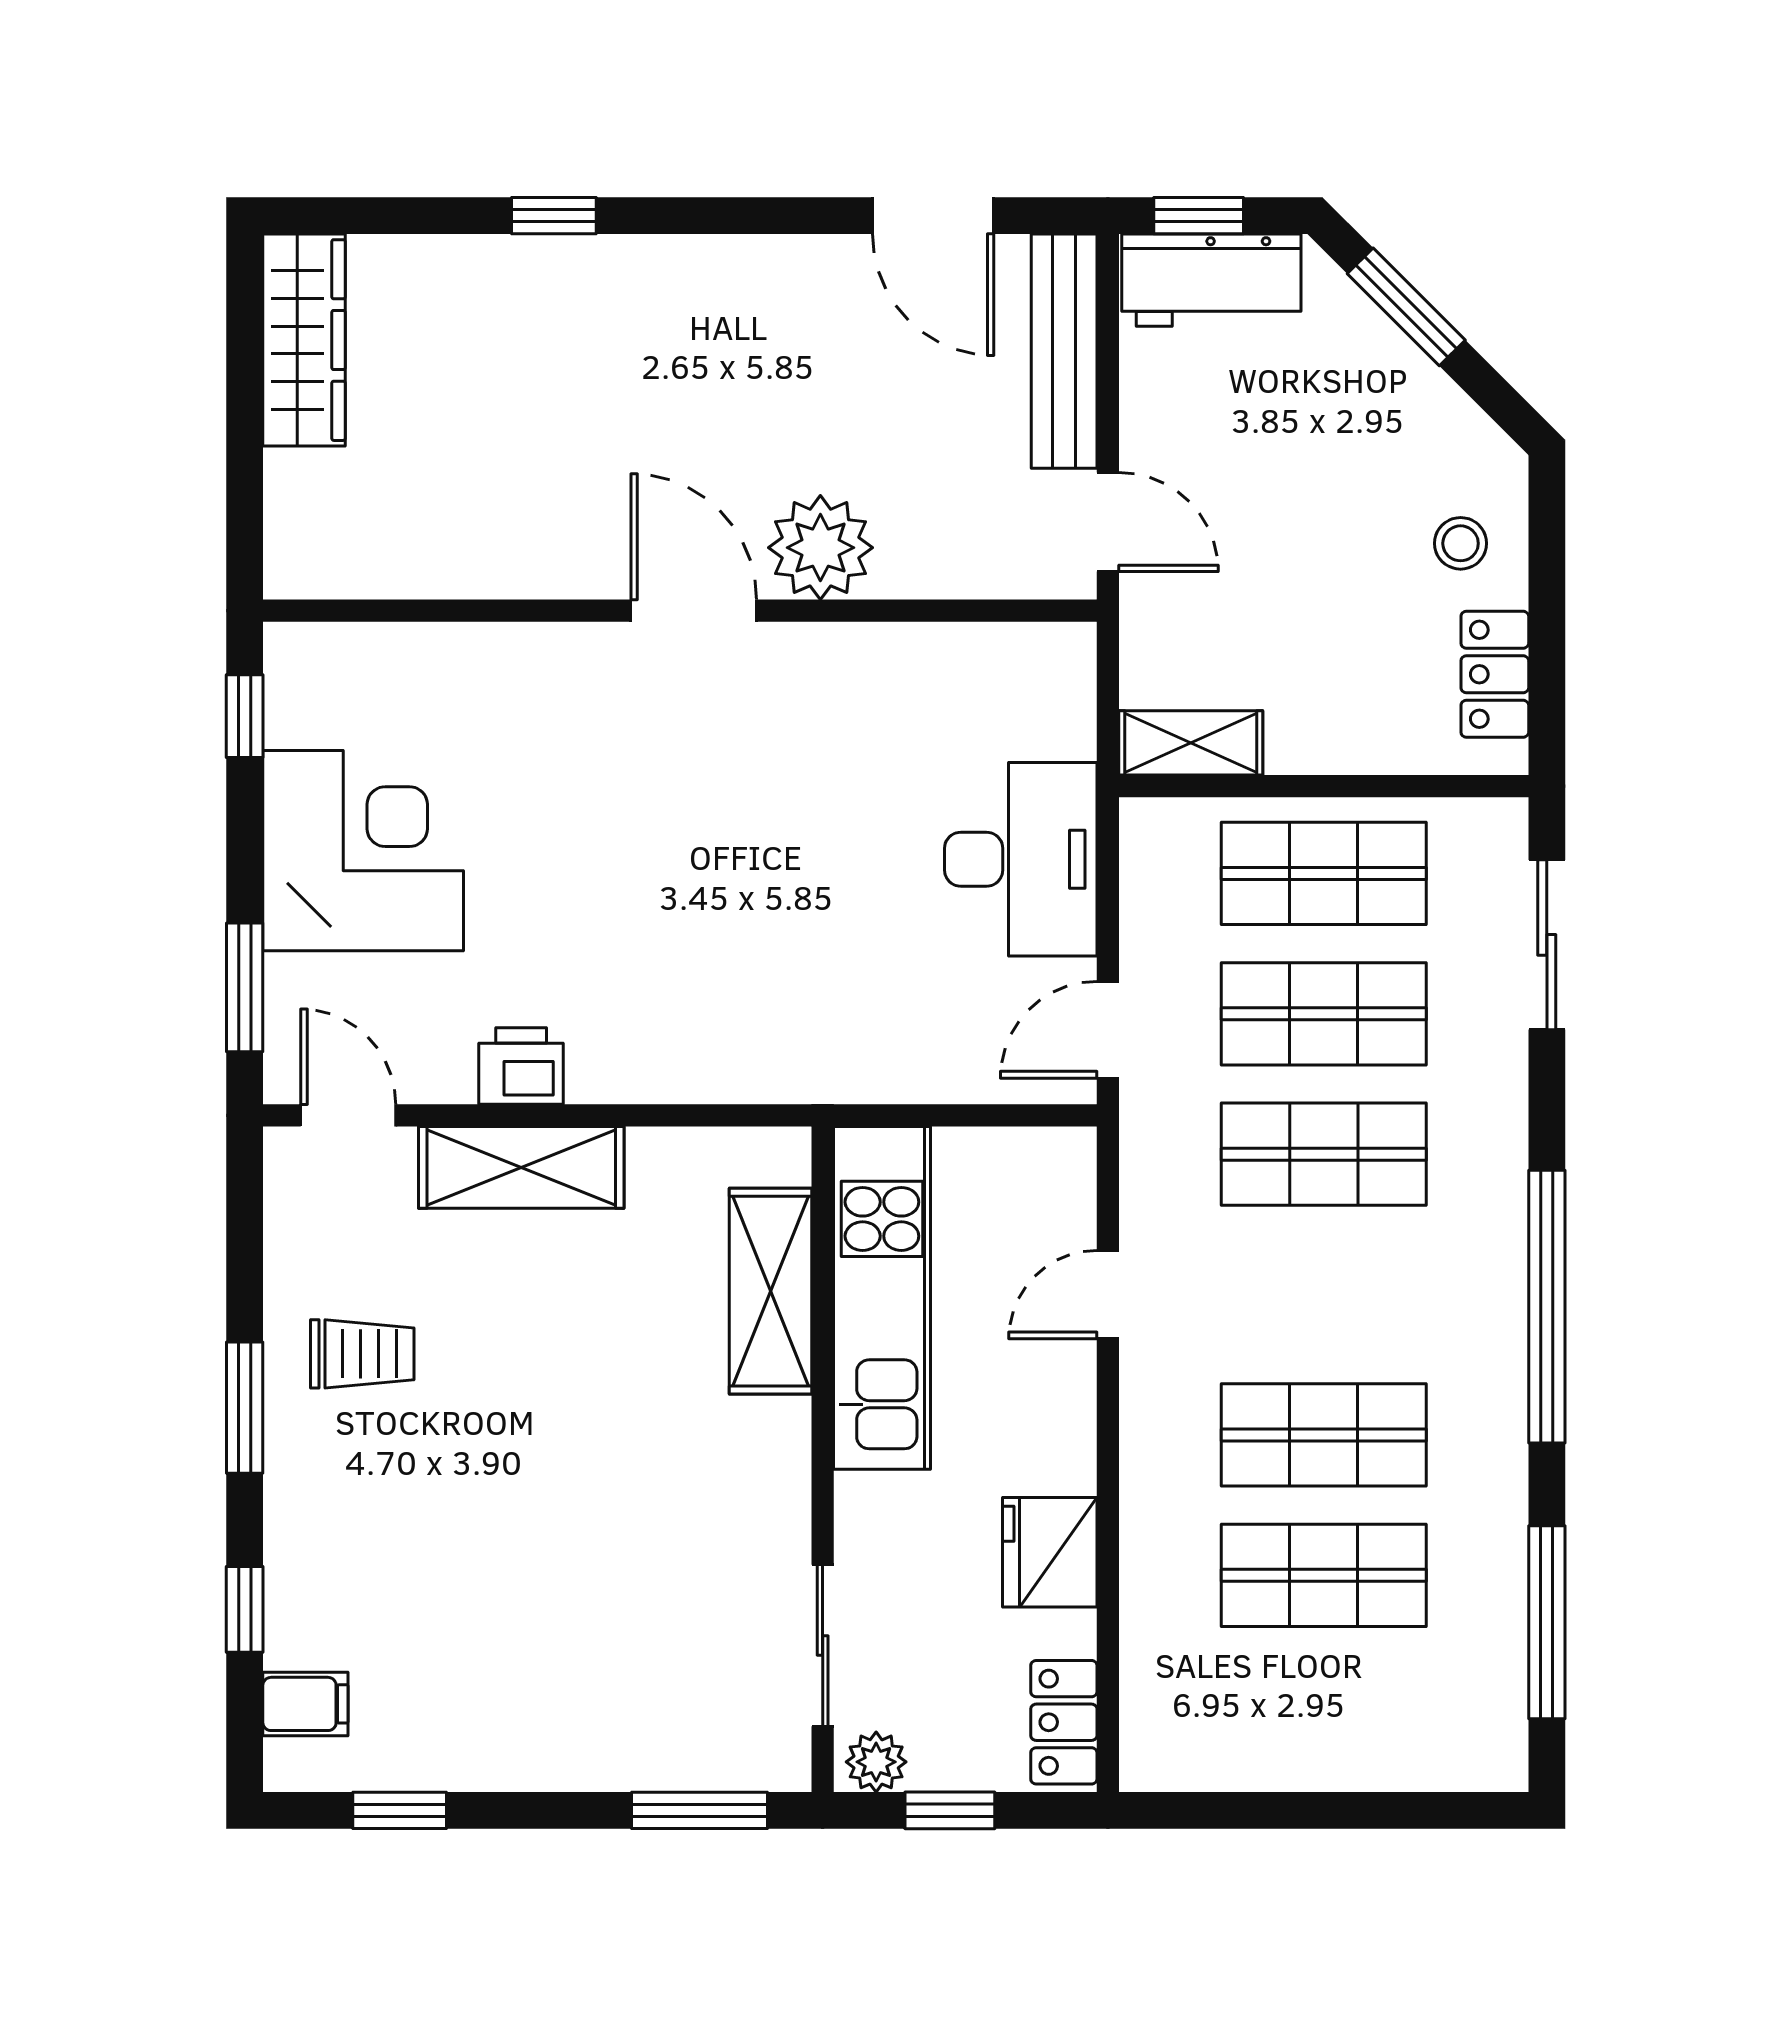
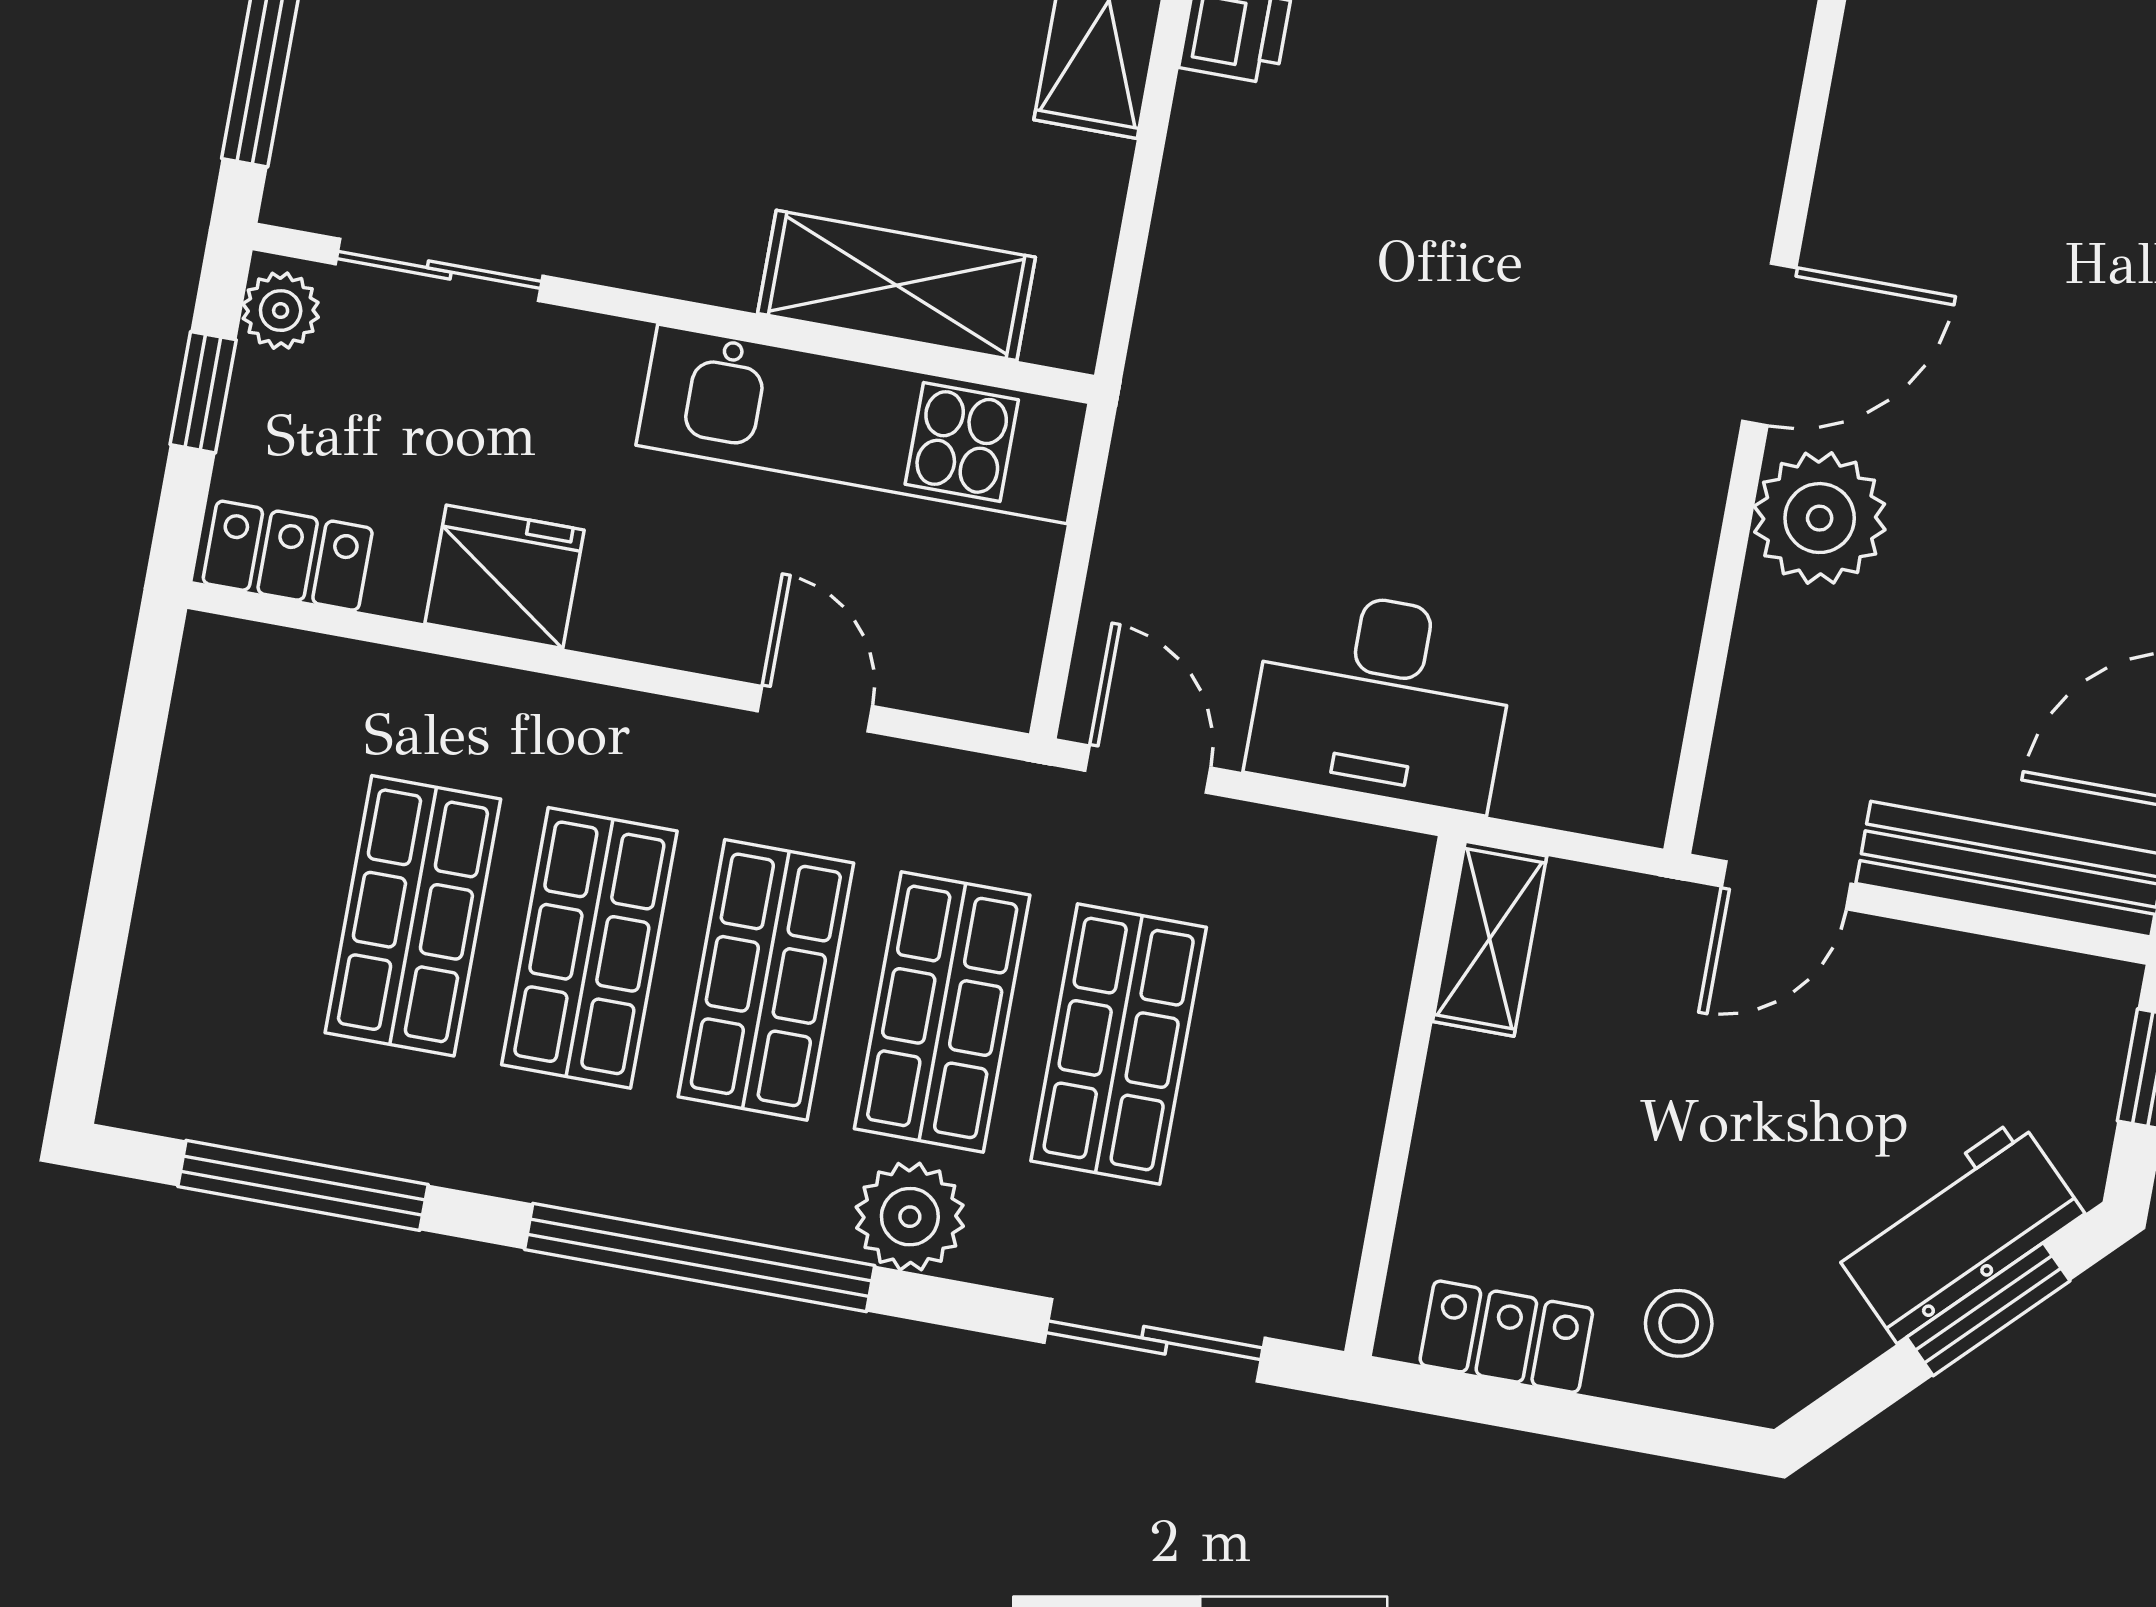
workbench: (1211, 280) -> (1958, 1230), moved, turned 45
shop shelf: (1324, 873) -> (766, 980), moved
plant: (1486, 1150) -> (910, 1217), added

